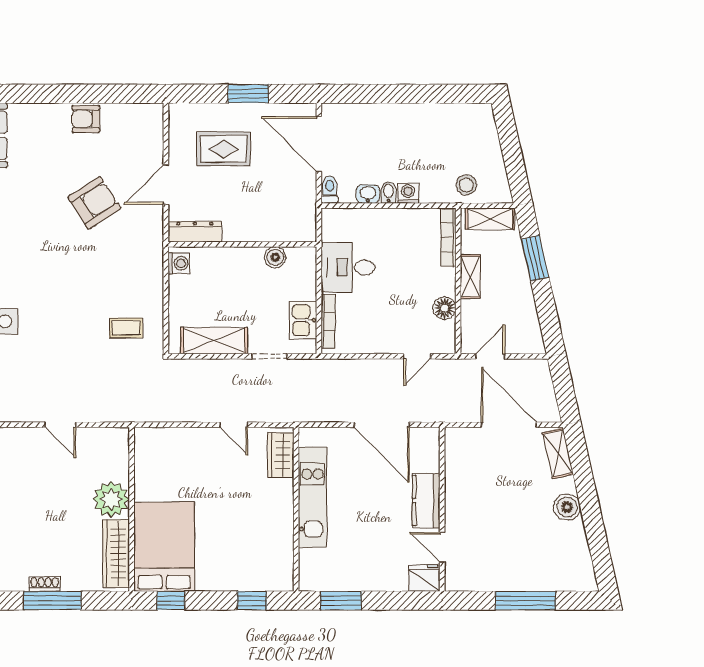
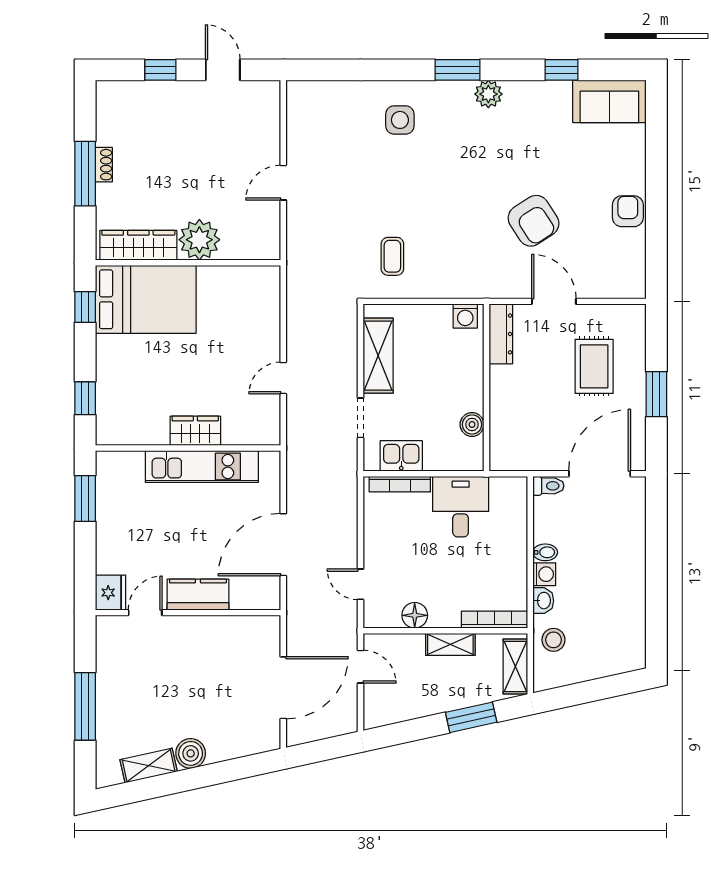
washbasin: (368, 194) -> (543, 601), moved
shelving: (558, 453) -> (149, 766), moved
wardrobe: (281, 455) -> (195, 431), moved

